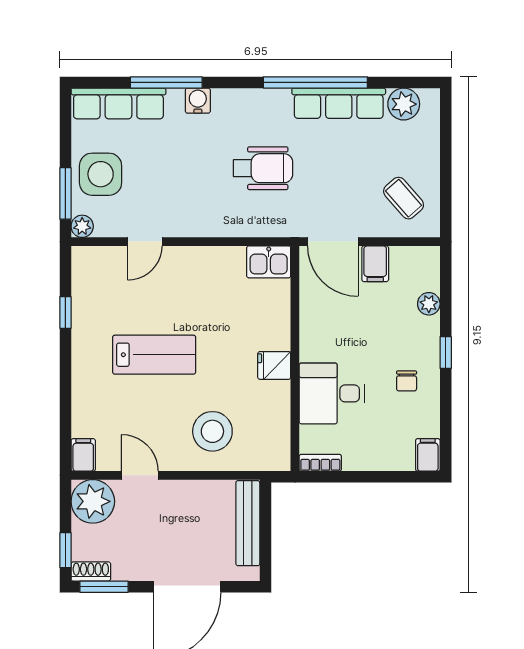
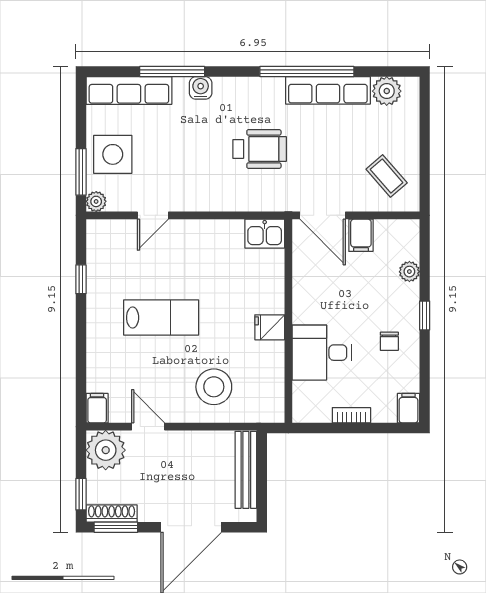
bookcase: (320, 463) -> (351, 415), moved
shoe rack: (91, 571) -> (112, 513), width x1.43

